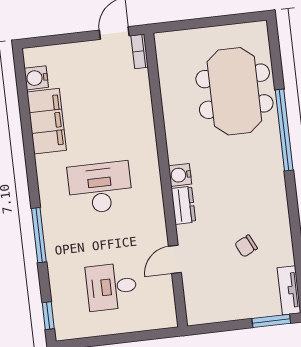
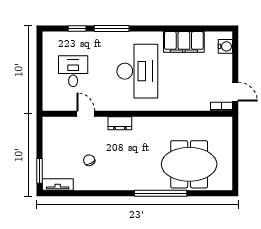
water cooler: (36, 78) -> (225, 46), moved, turned 90
water cooler: (180, 175) -> (140, 123), removed
desk: (100, 188) -> (137, 71), width x1.36, depth x1.30
window: (48, 316) -> (77, 29), moved

